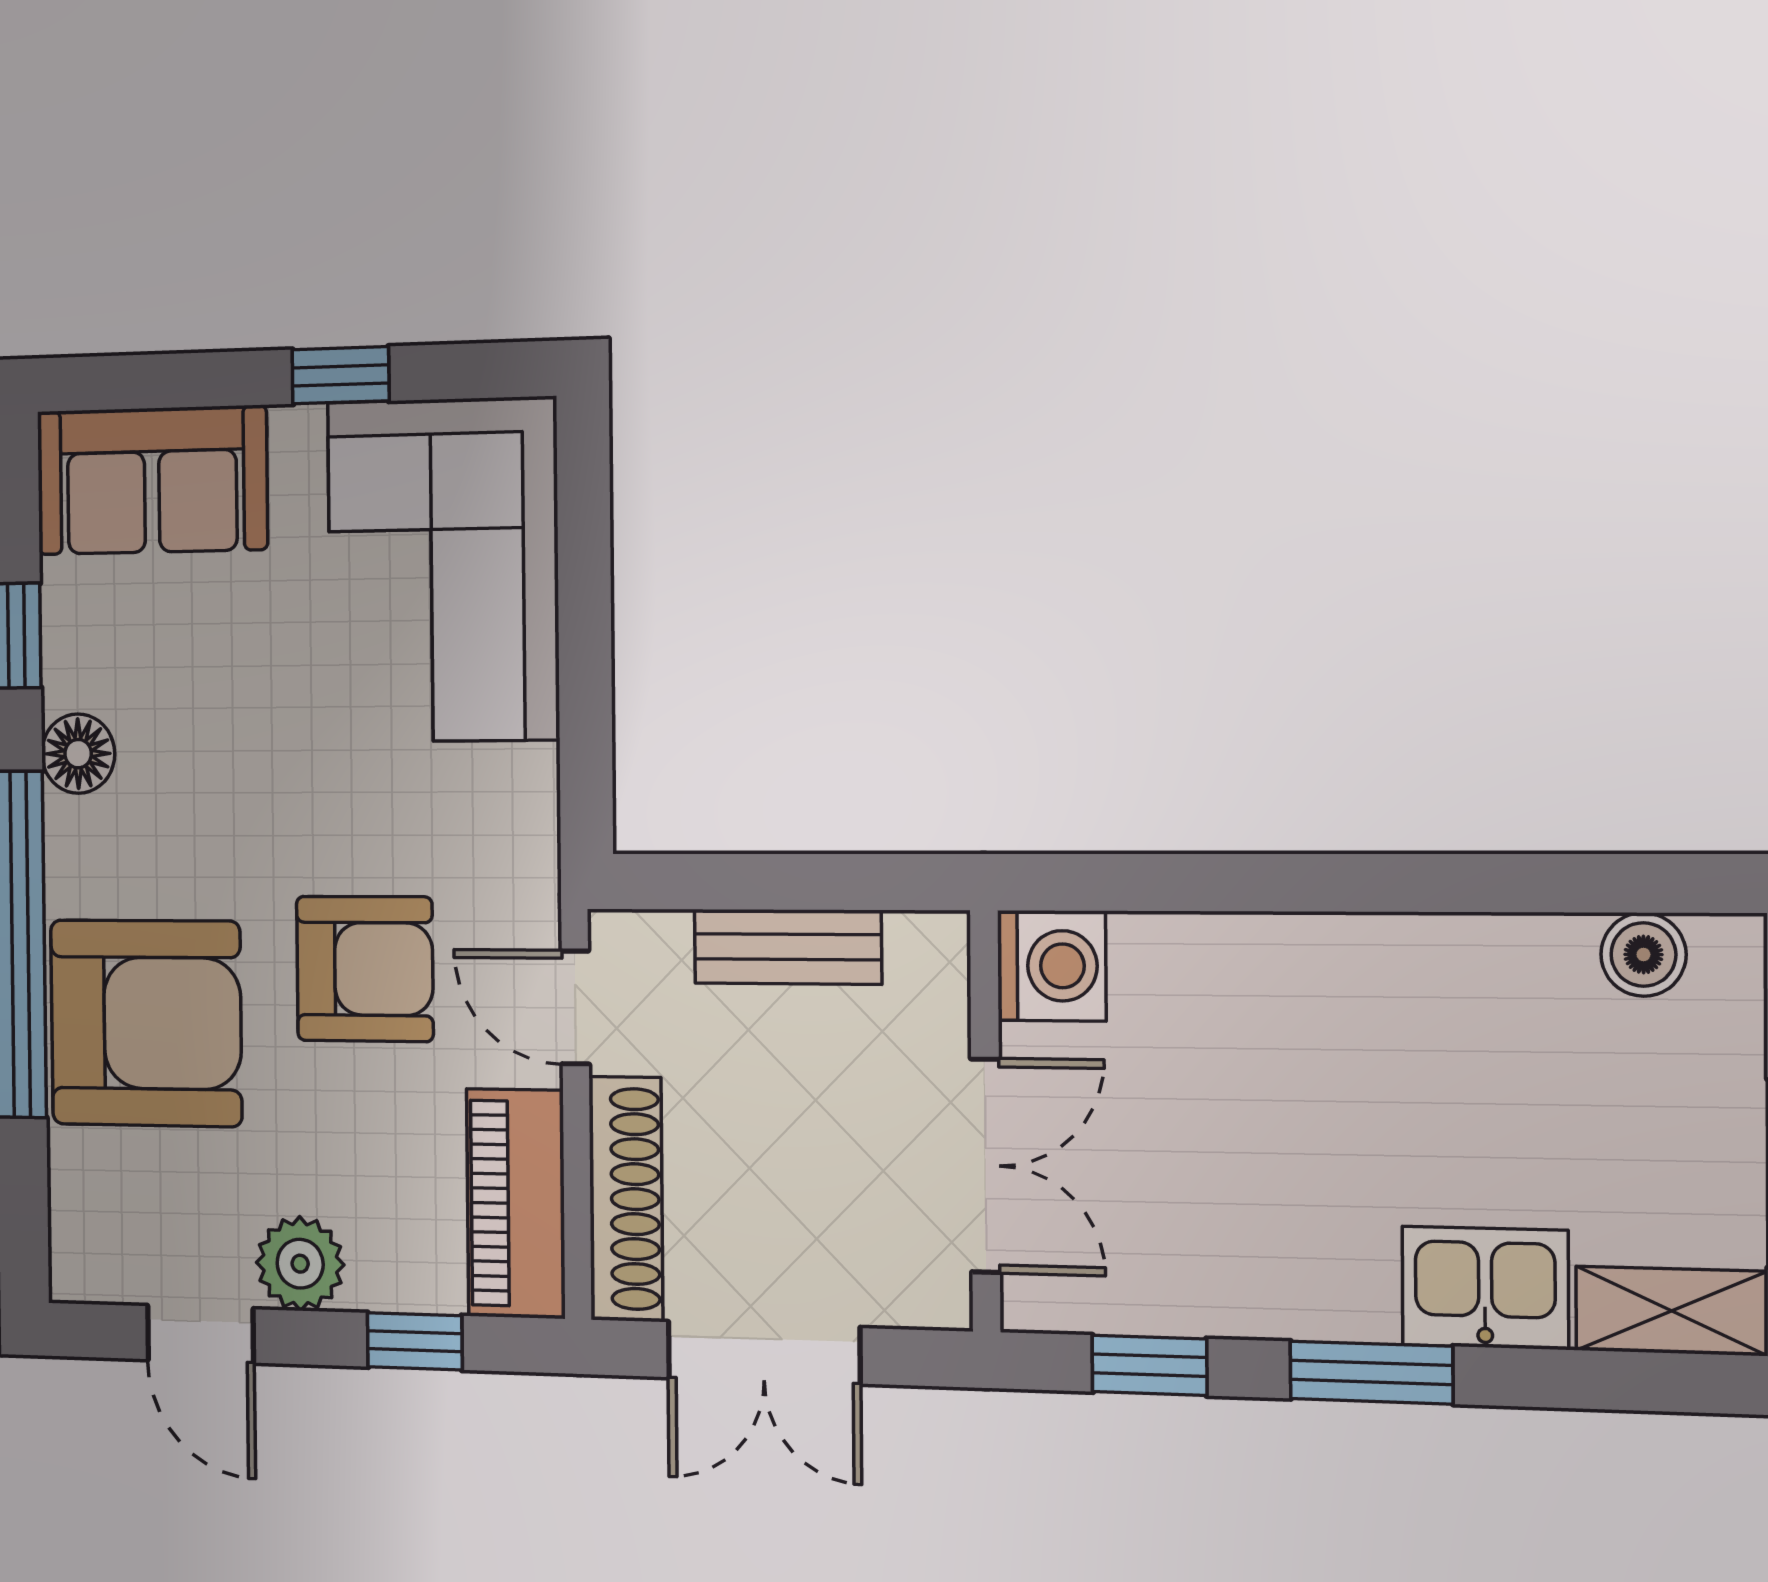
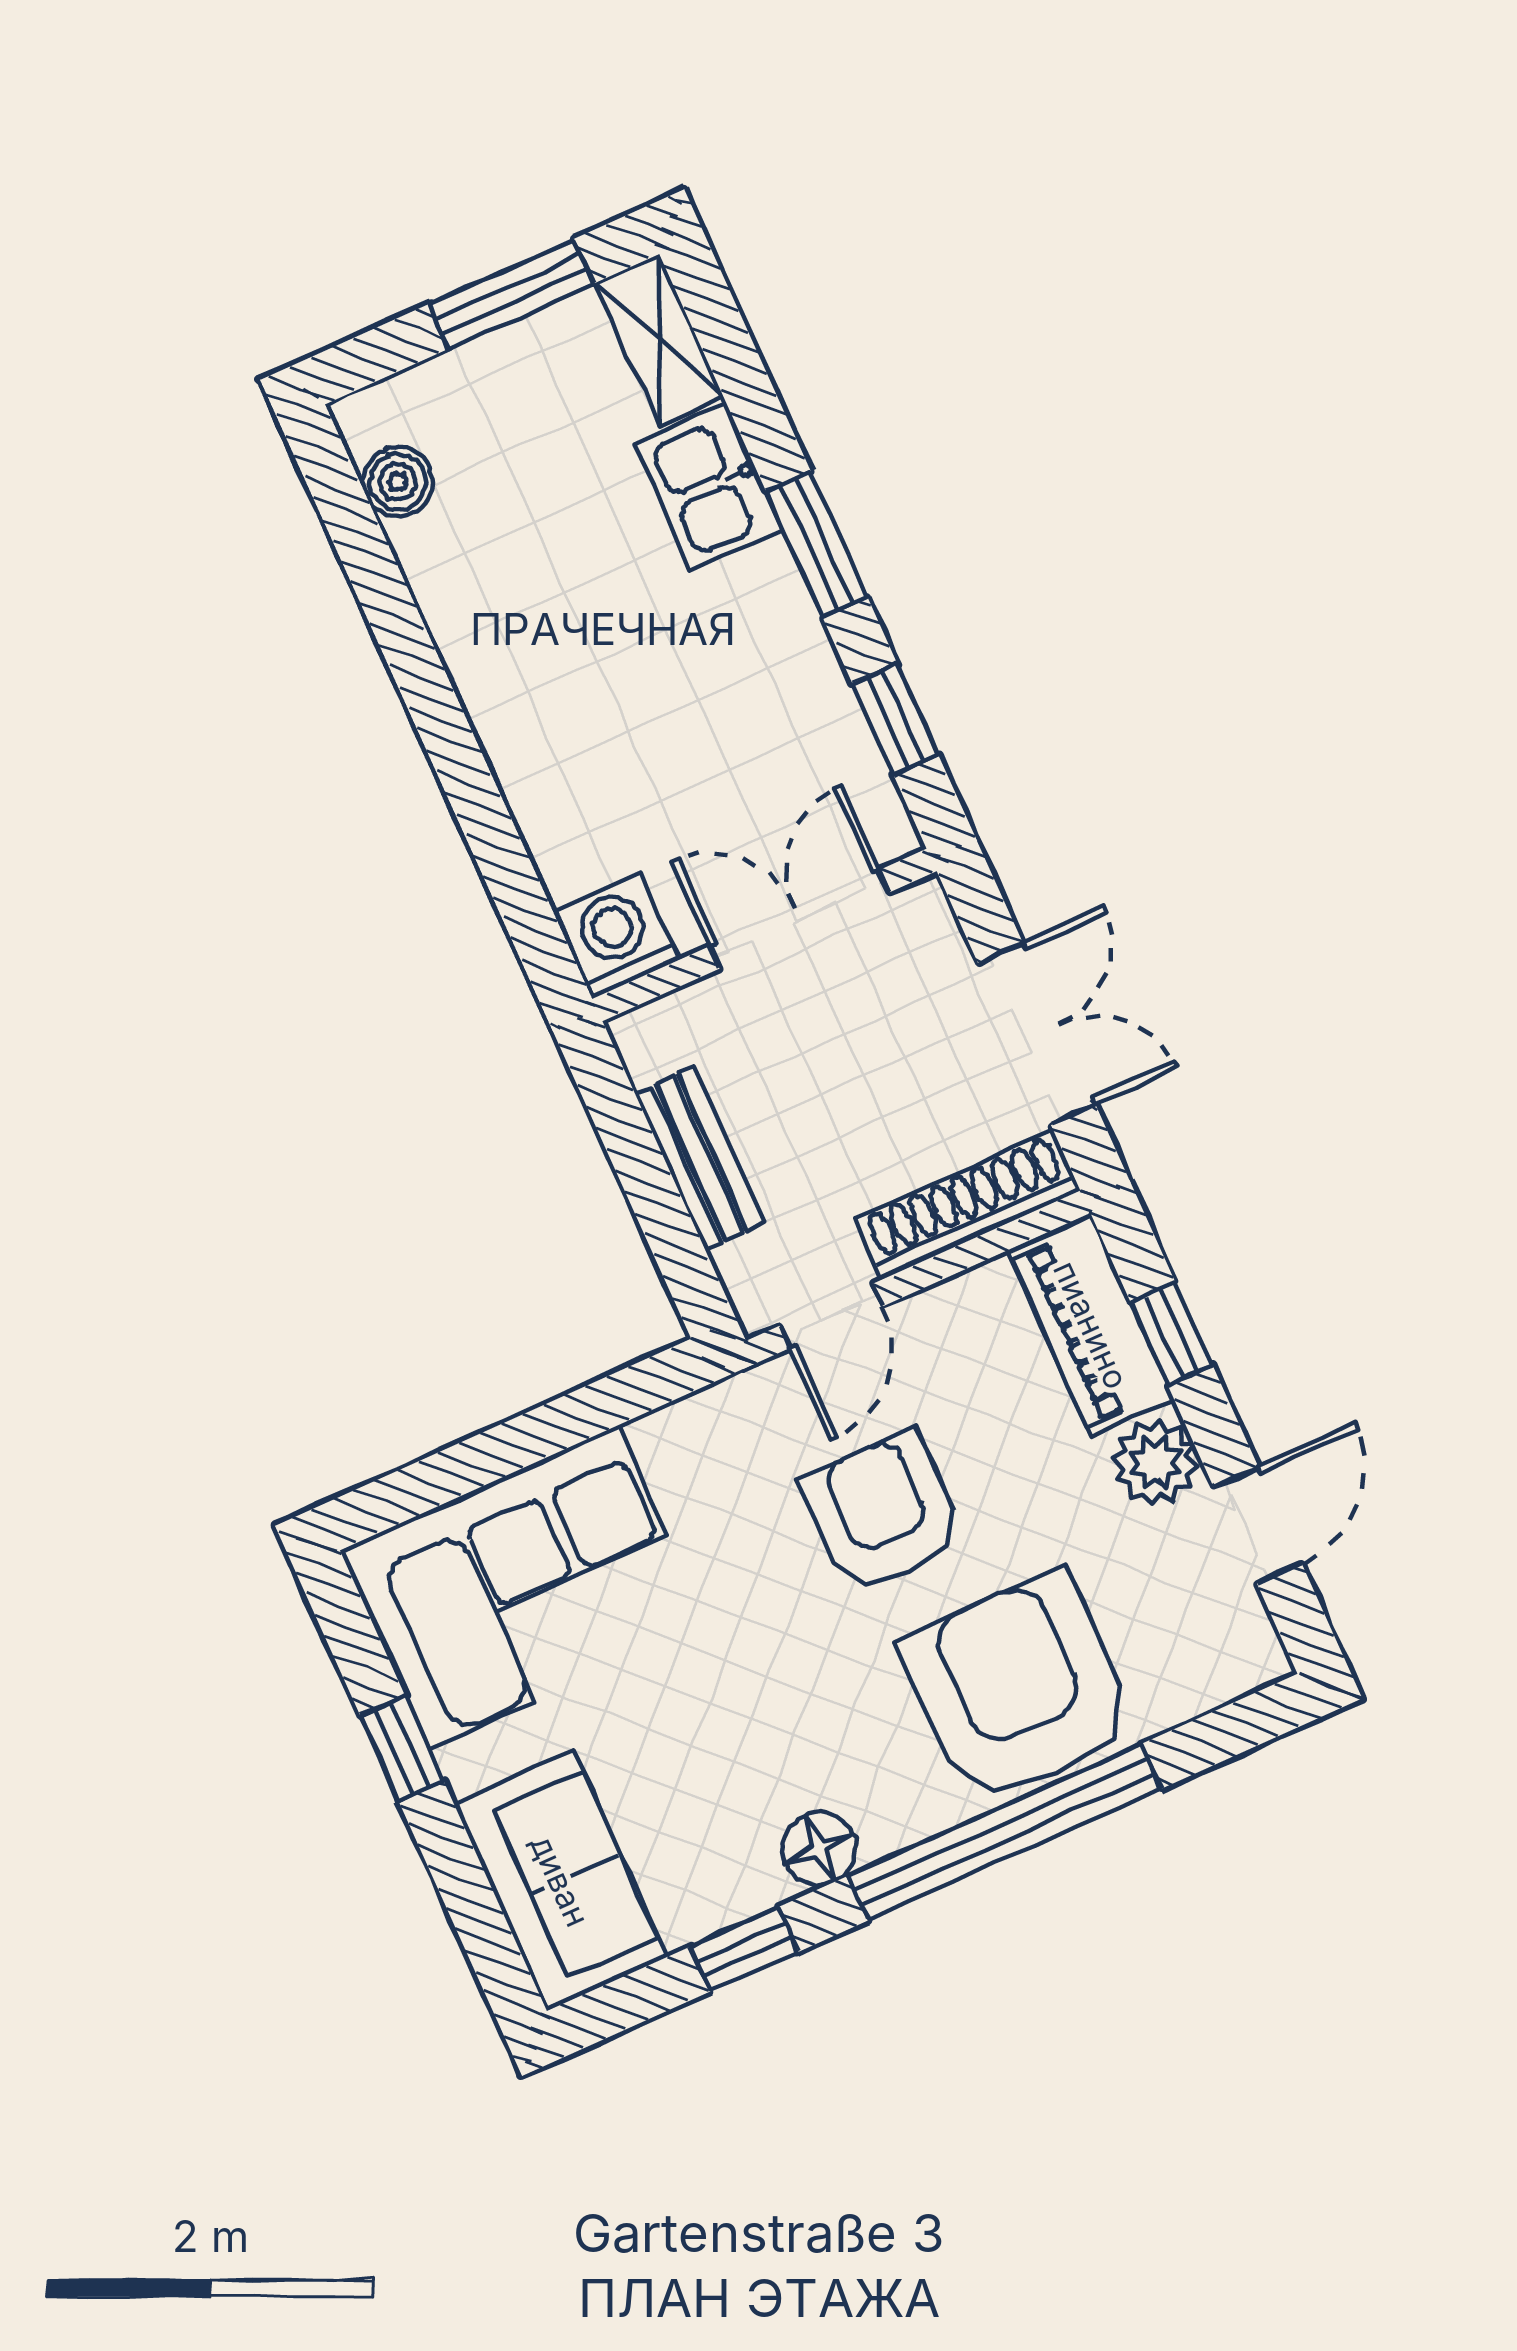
piano: (516, 1204) -> (1091, 1325), moved, turned 90

